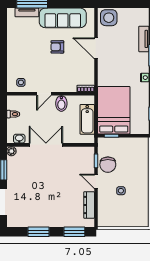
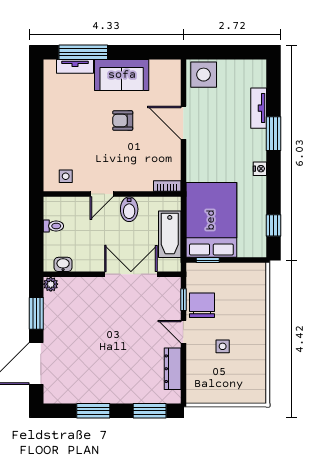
sofa: (63, 18) -> (122, 75), width x0.73
double door: (46, 145) -> (131, 274), moved
chair: (108, 165) -> (202, 305), turned 180

